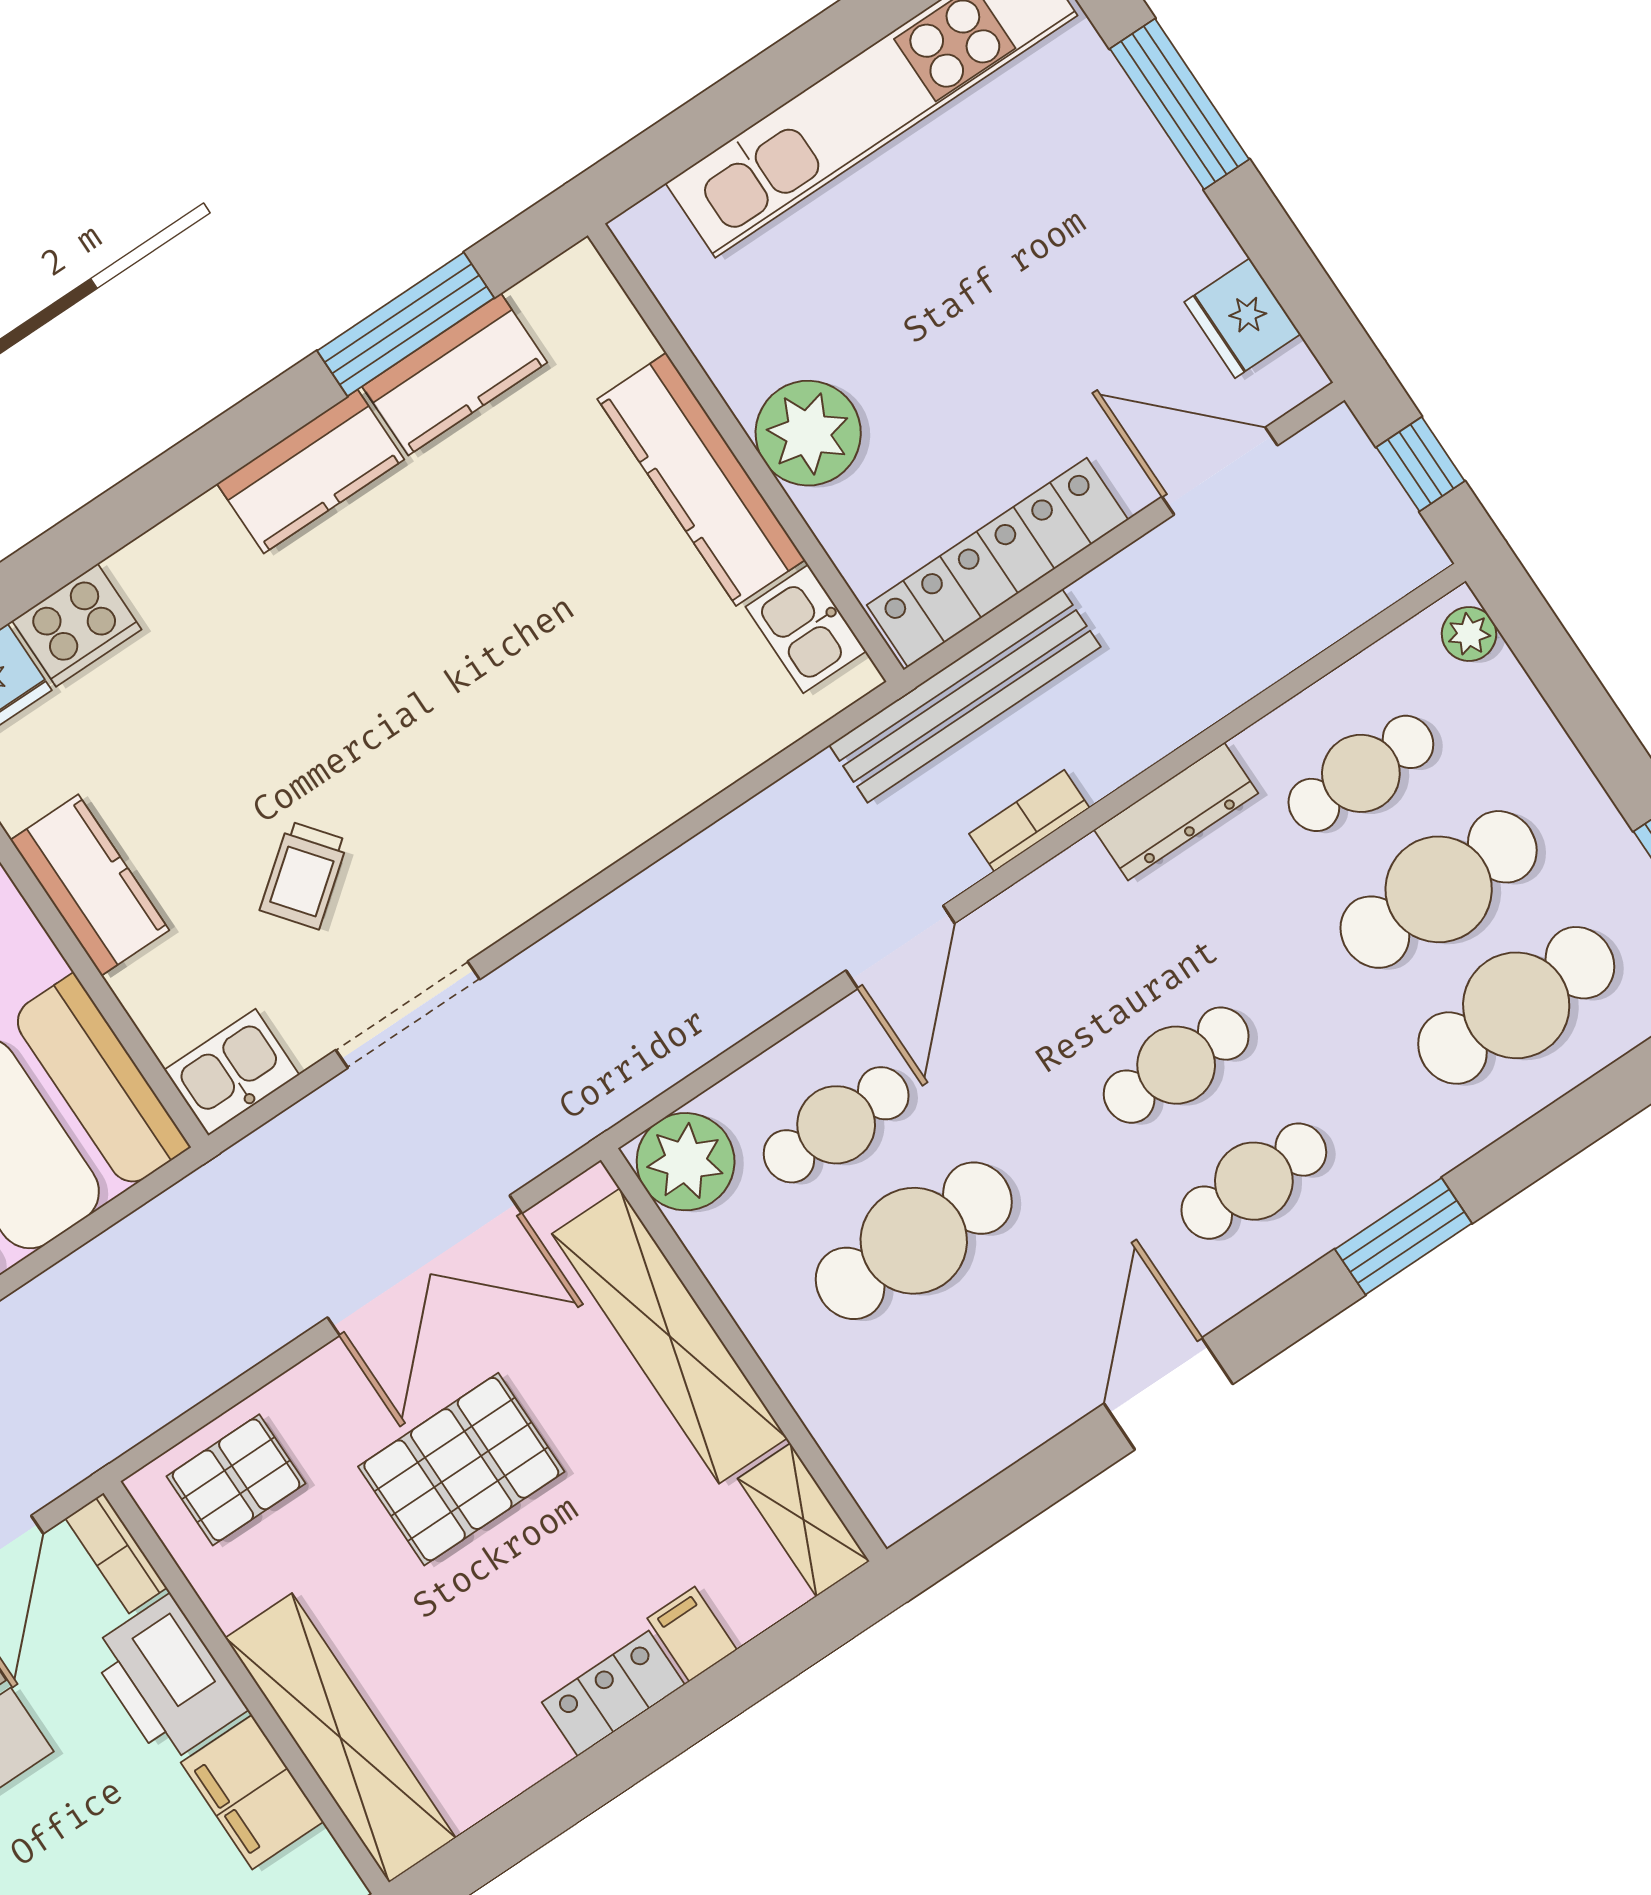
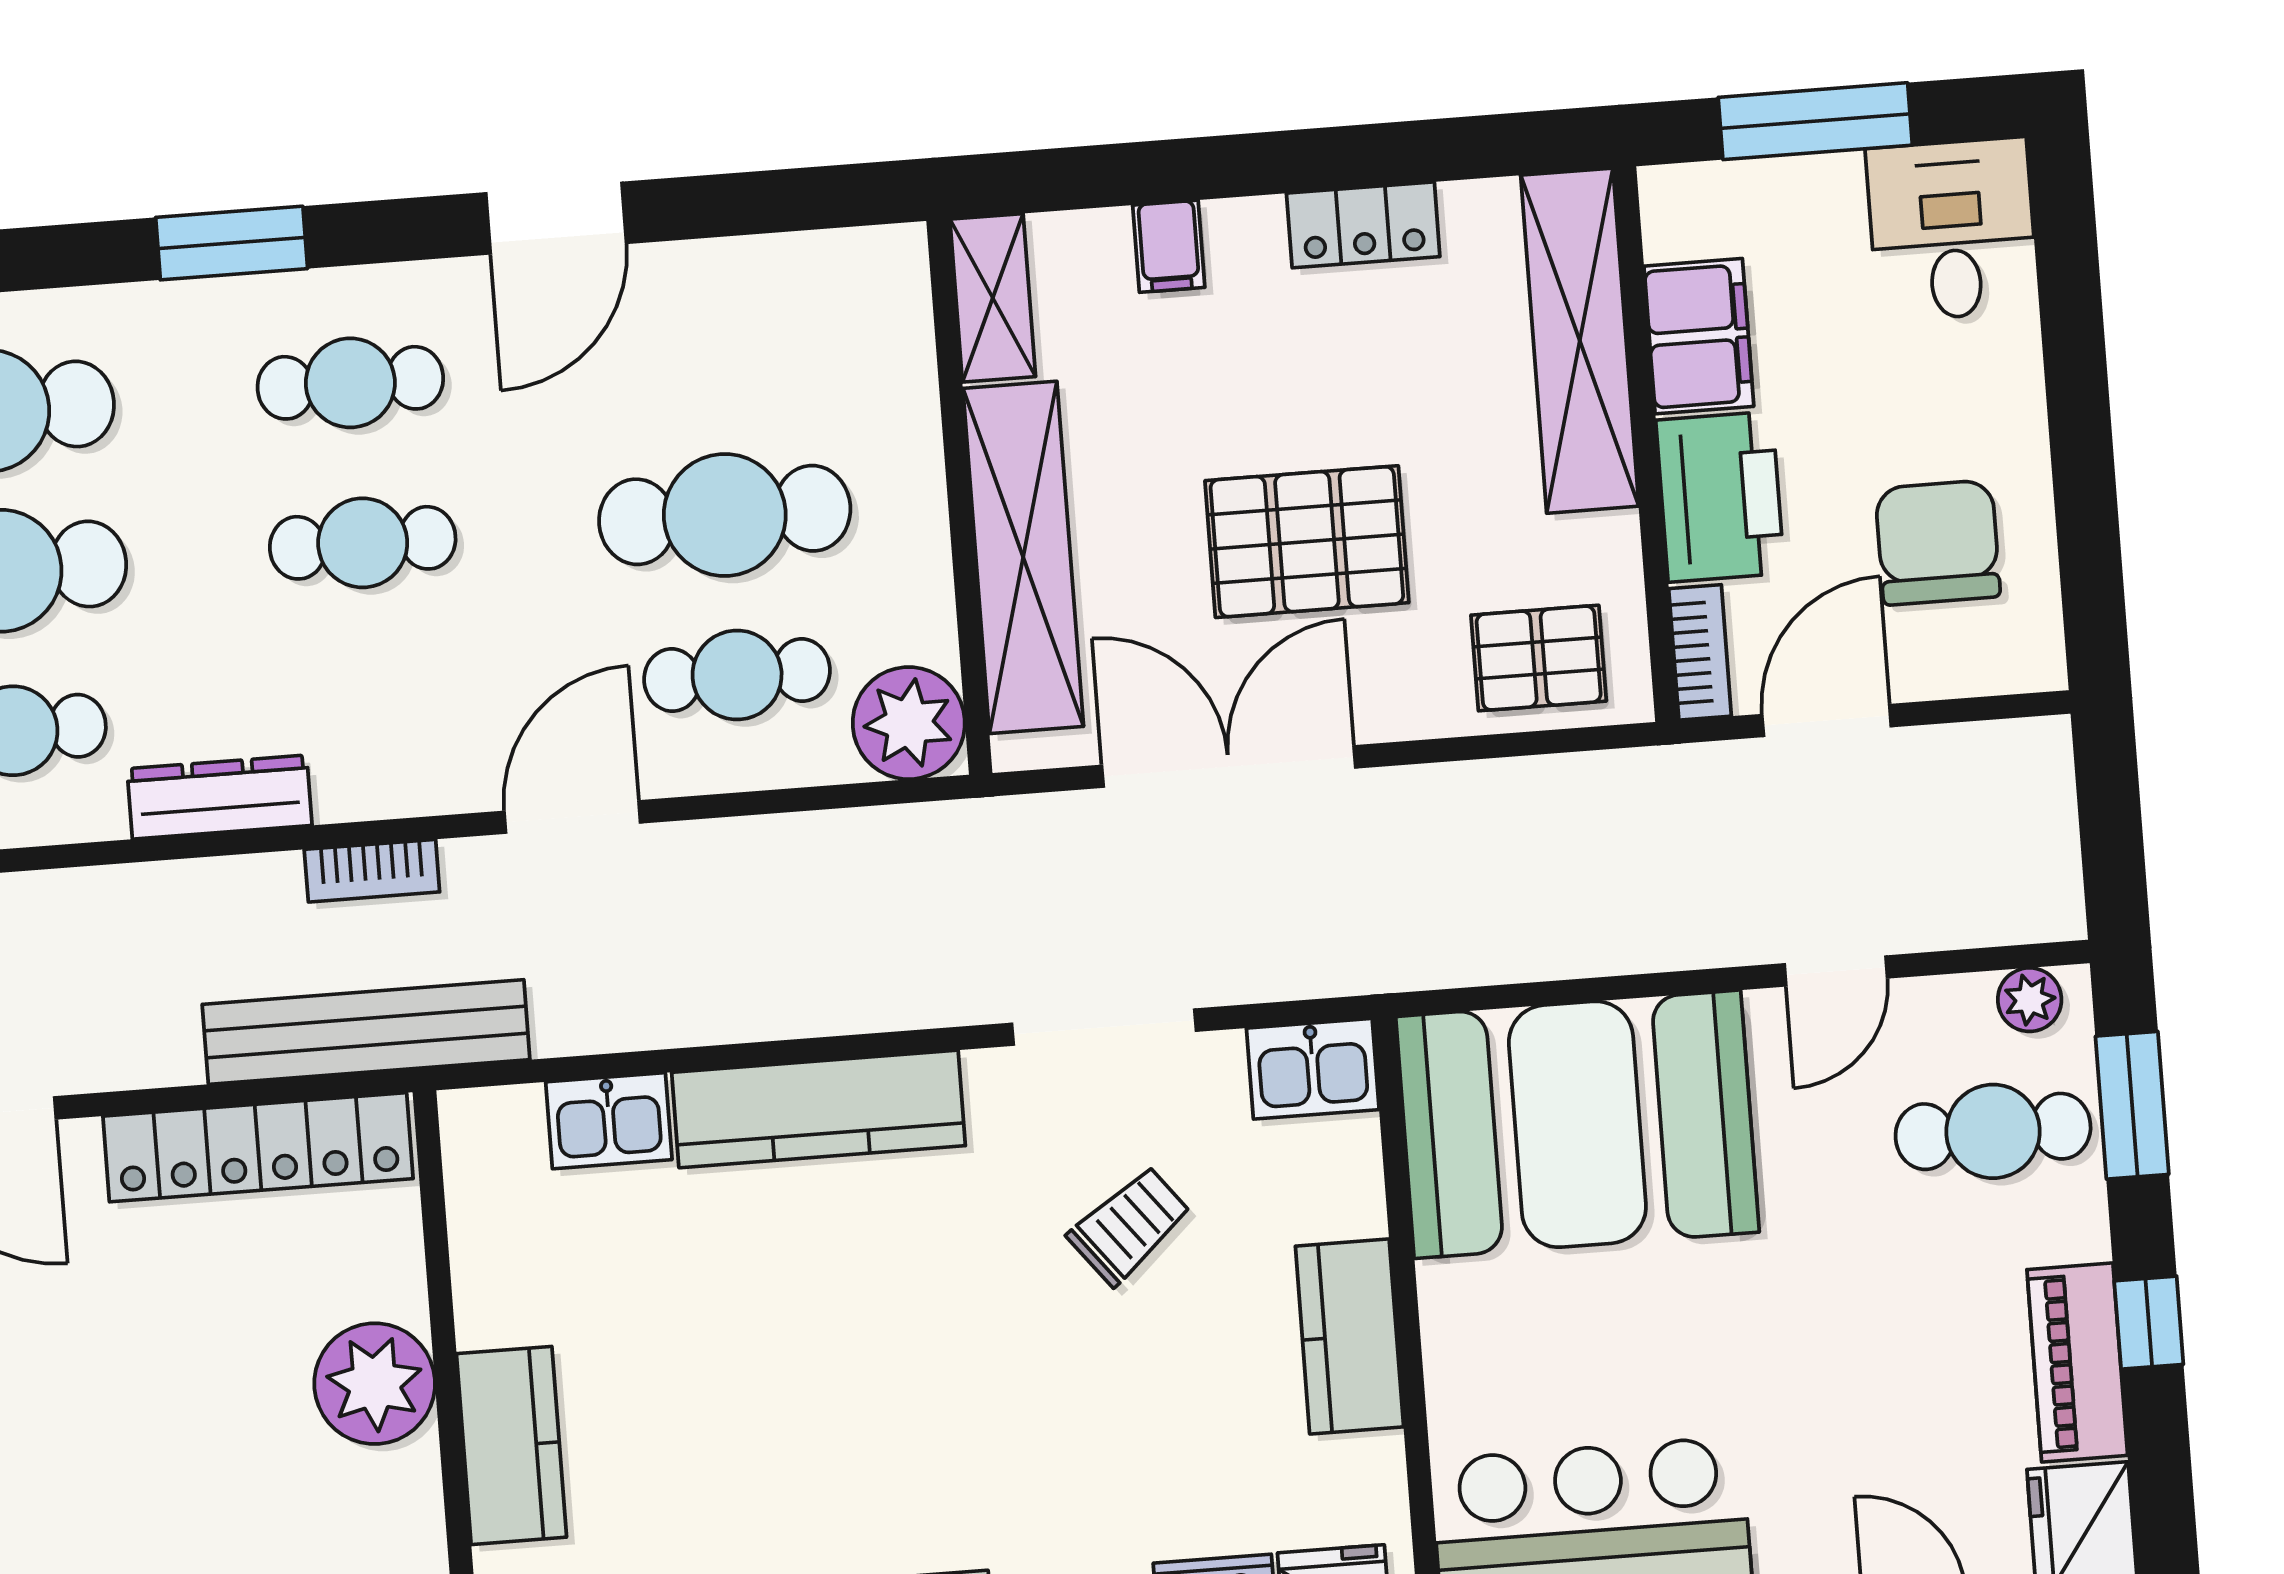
kitchen counter: (701, 479) -> (511, 1445), width x0.67
kitchen sink: (806, 629) -> (609, 1121), moved, turned 90
kitchen counter: (589, 831) -> (819, 1109), added
locker: (613, 1693) -> (1363, 225), moved

